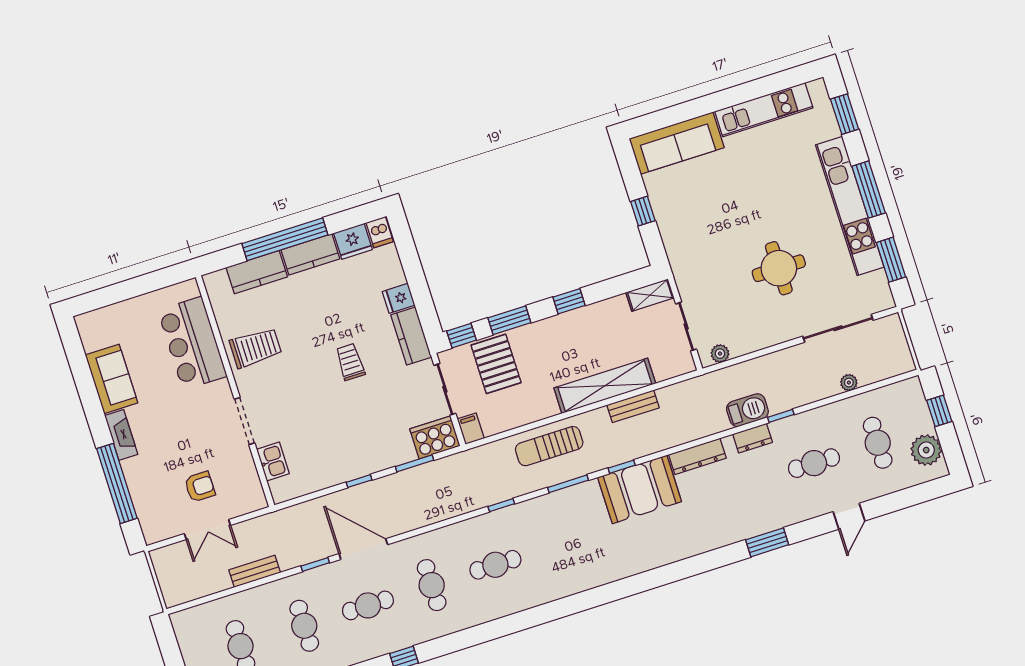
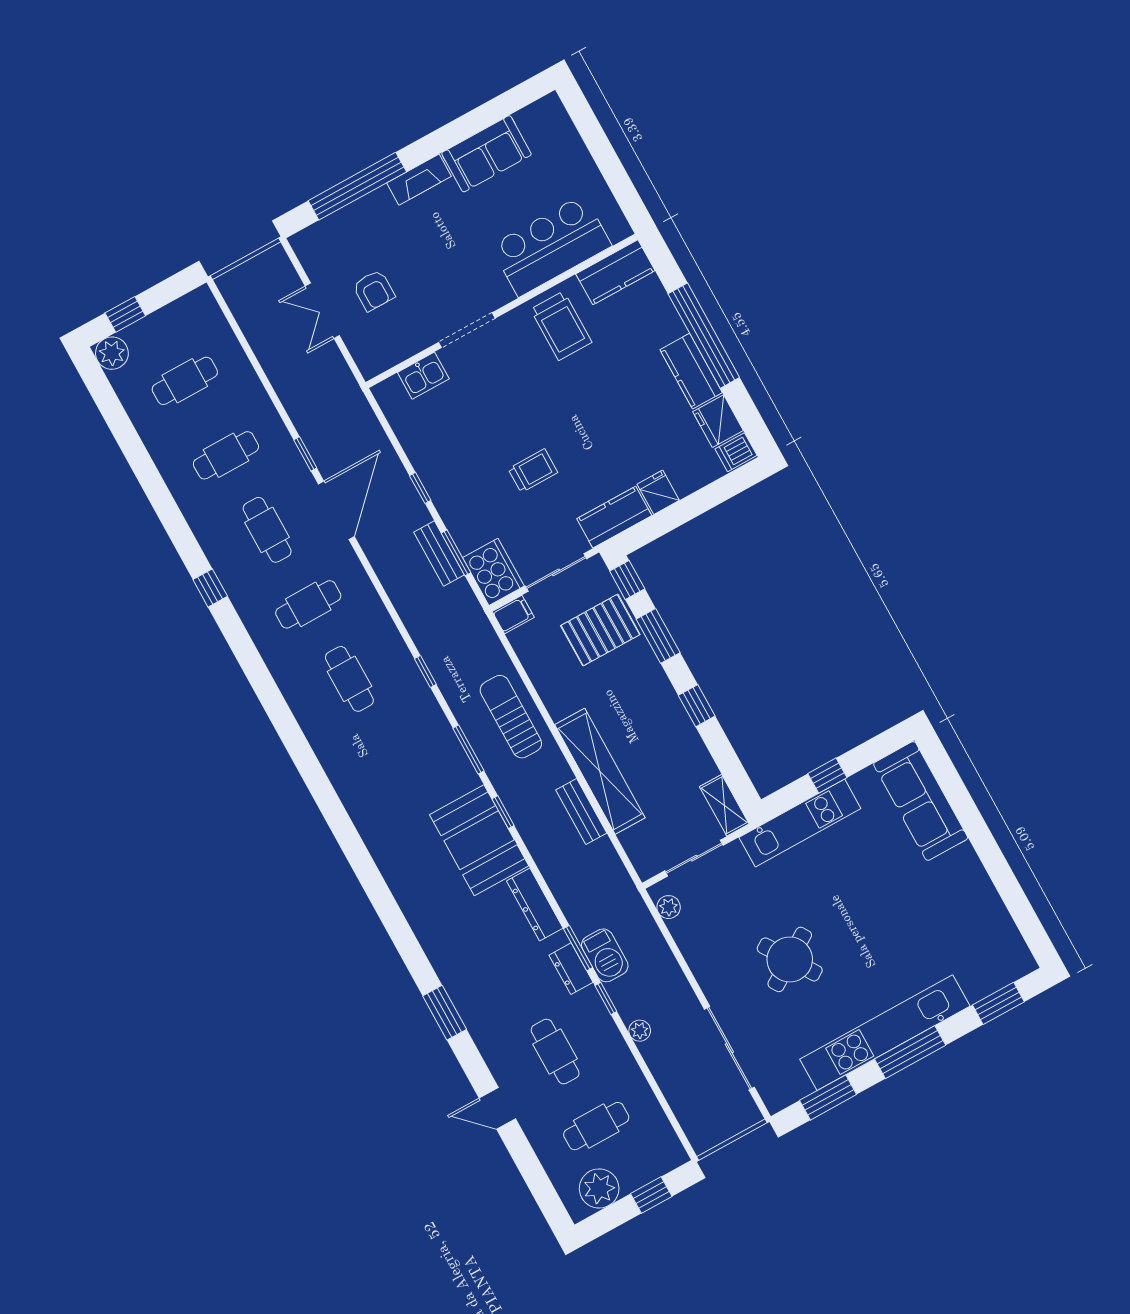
kitchen unit: (764, 110) -> (800, 823), moved, turned -90
round table: (779, 268) -> (790, 959), turned -33
kitchen counter: (257, 272) -> (615, 272), moved, turned -90
trolley: (350, 362) -> (533, 471), moved
plant: (849, 383) -> (640, 1031), moved
window: (738, 430) -> (578, 948), added
bench: (255, 571) -> (439, 554), moved

